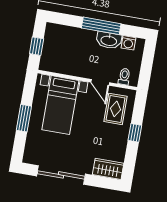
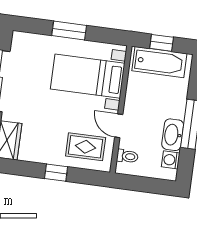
bathtub: (52, 49) -> (159, 62), added
door: (100, 82) -> (119, 126), hinge flipped

